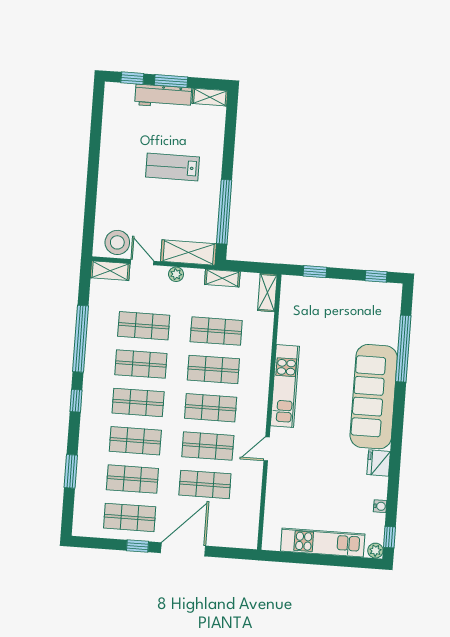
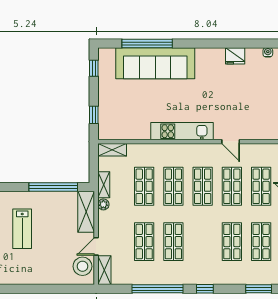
plant: (176, 274) -> (103, 204), moved
sofa: (374, 397) -> (155, 63), moved
shop shelf: (138, 402) -> (203, 242), removed

